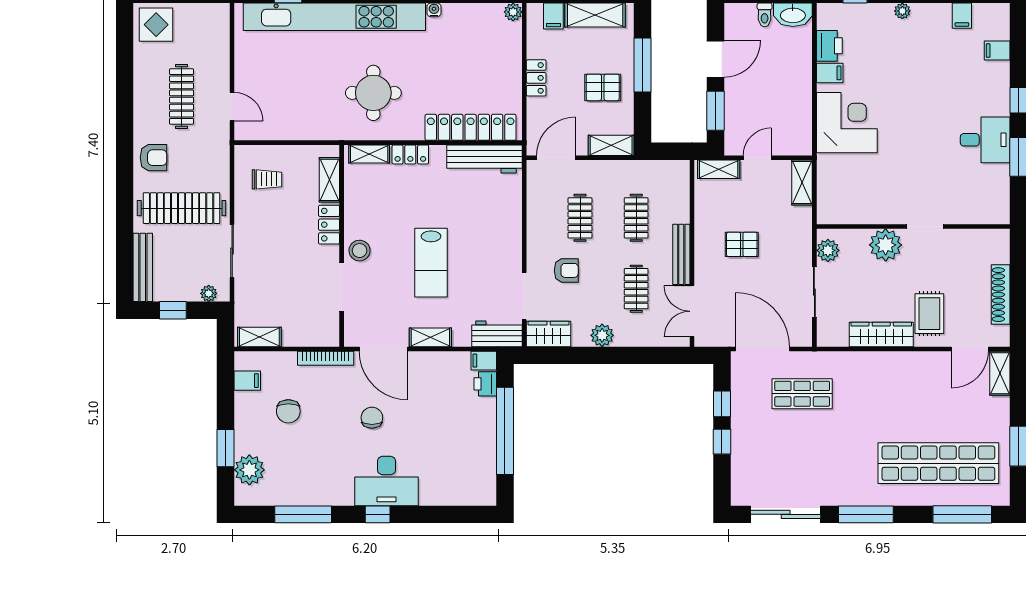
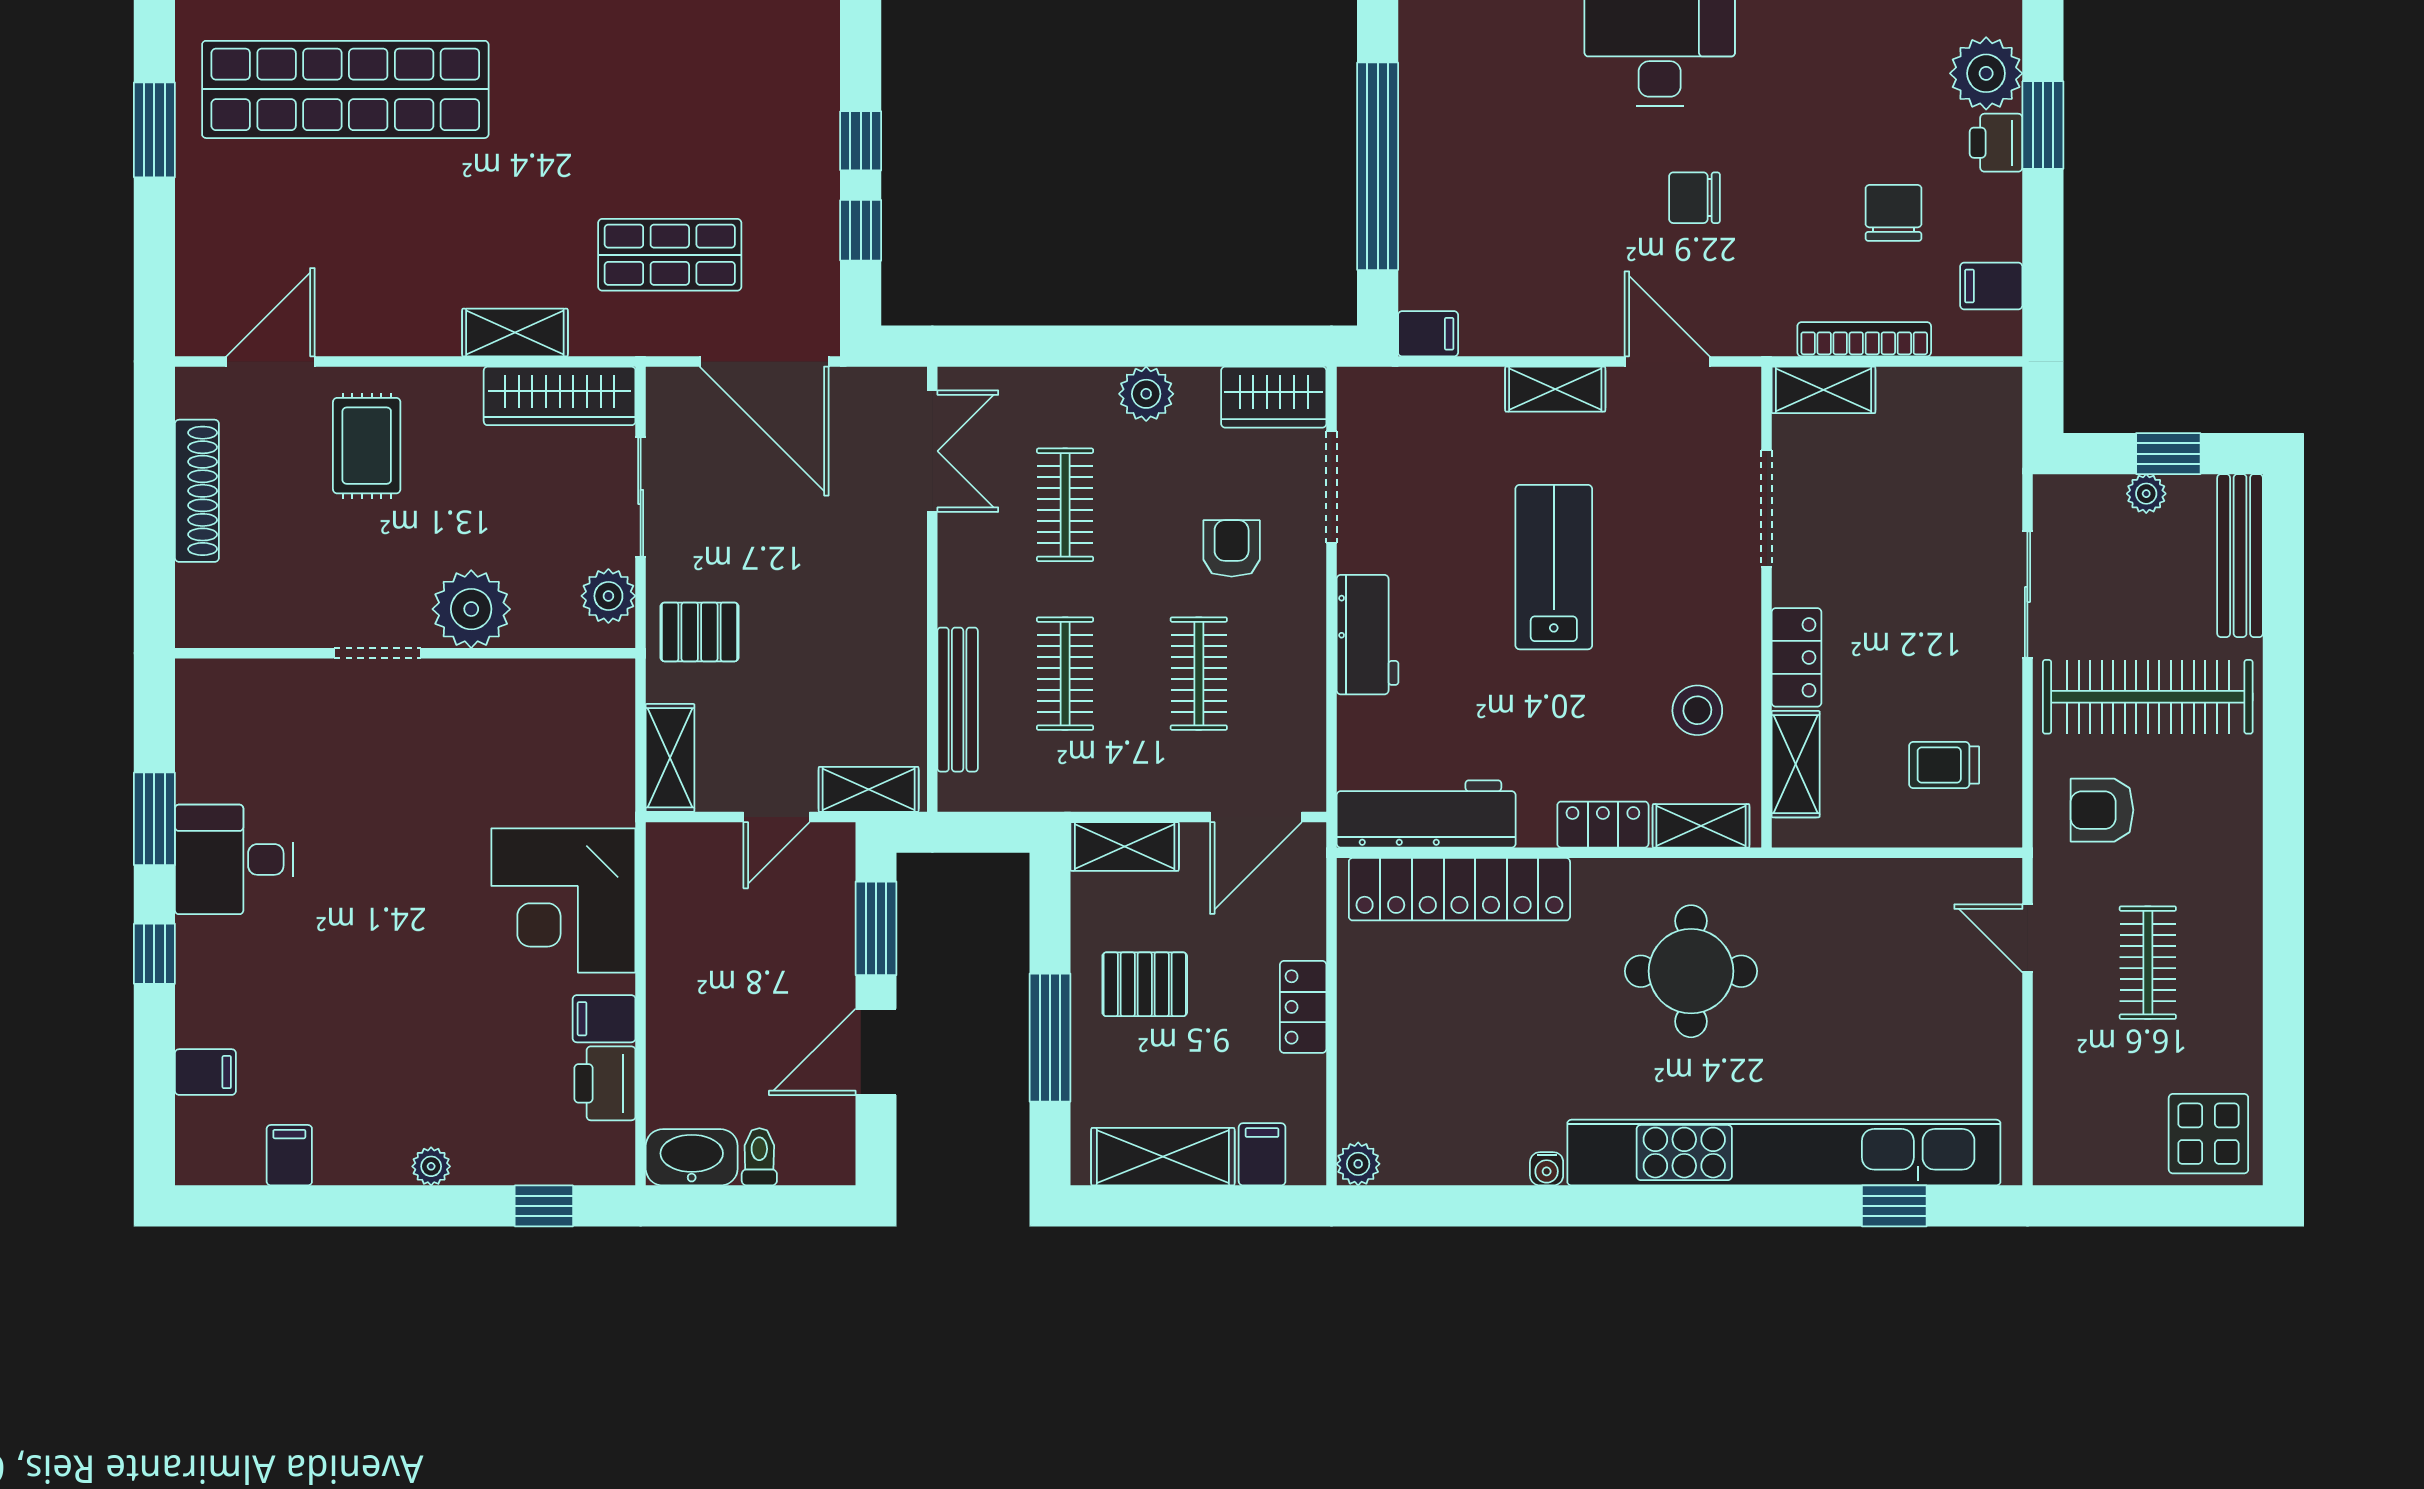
clothes rail: (182, 96) -> (2148, 963), width x0.73
armchair: (154, 158) -> (2102, 810), moved
pallet: (742, 244) -> (700, 632), moved
stool: (360, 251) -> (1697, 710), moved
bench: (681, 254) -> (958, 700), moved
armchair: (566, 270) -> (1232, 548), turned 90
plant: (209, 293) -> (2146, 494), moved
workbench: (497, 334) -> (1368, 635), moved, turned -90
wardrobe: (881, 334) -> (560, 396), moved
shelving: (259, 337) -> (1823, 390), moved
door: (383, 349) -> (1667, 361), width x0.73
bookcase: (326, 358) -> (1864, 339), moved
shelving: (1000, 373) -> (515, 333), moved, turned 90
printer: (485, 384) -> (1996, 143), moved, turned 180
chair: (372, 418) -> (1694, 198), turned 90

